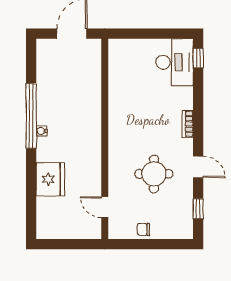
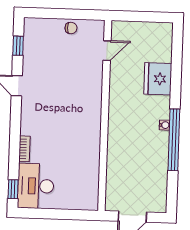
bookcase: (188, 124) -> (24, 149), moved
round table: (154, 174) -> (59, 80), removed
door: (105, 207) -> (107, 51), hinge flipped

